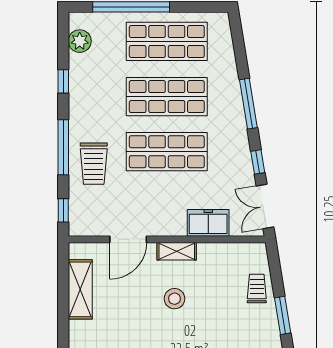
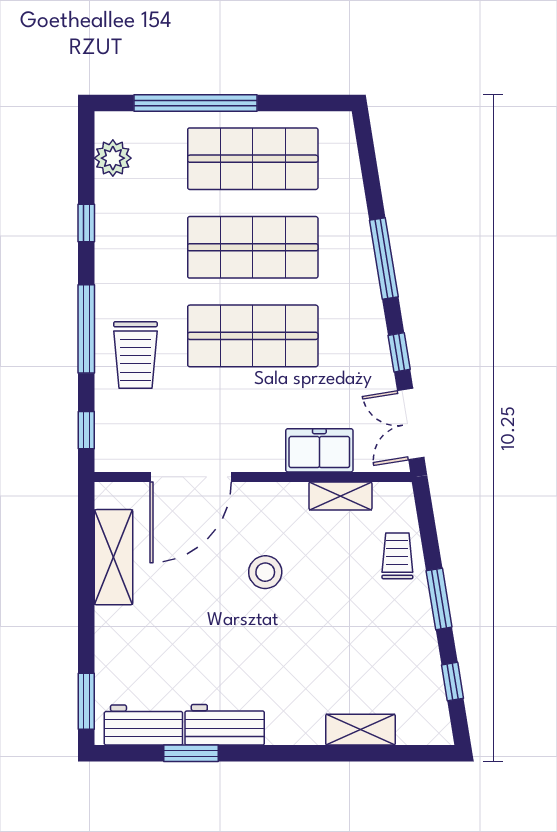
door: (128, 239) -> (191, 477), width x1.36
shelving: (177, 251) -> (340, 496), moved

